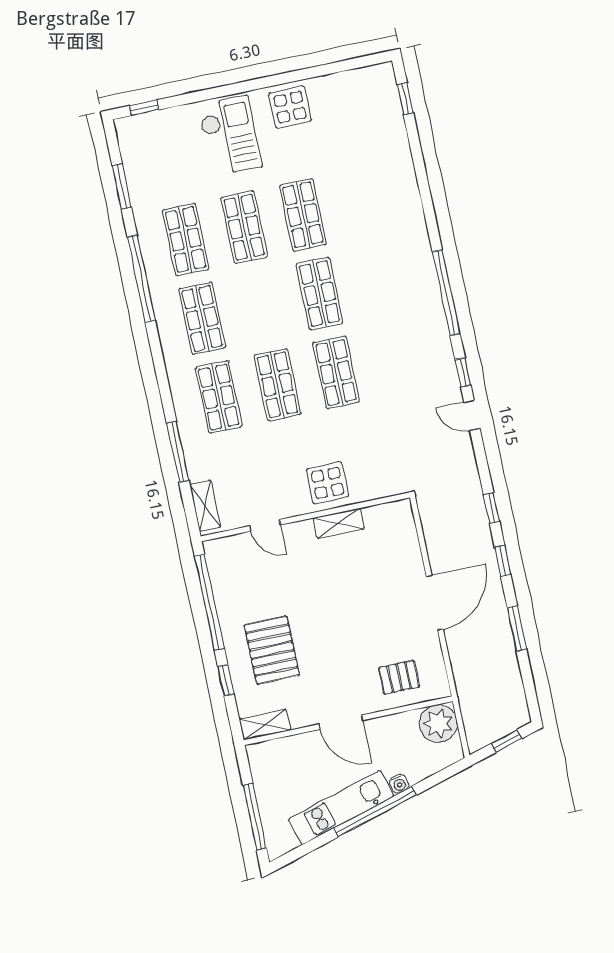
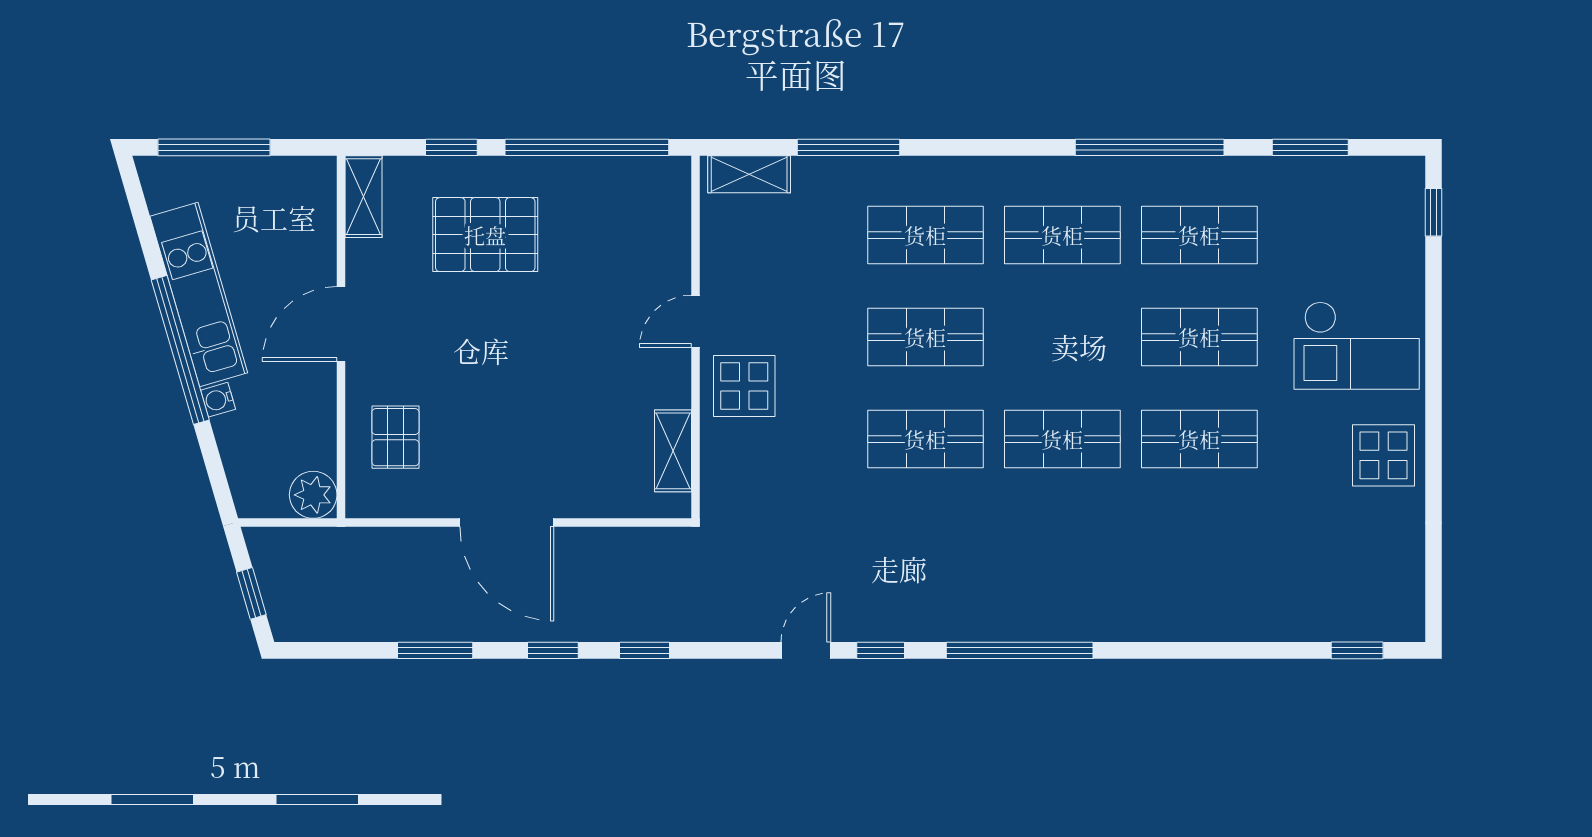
shelving: (338, 523) -> (673, 451), moved
door: (265, 525) -> (696, 321), moved
plant: (438, 724) -> (313, 495), width x0.73, depth x0.73

